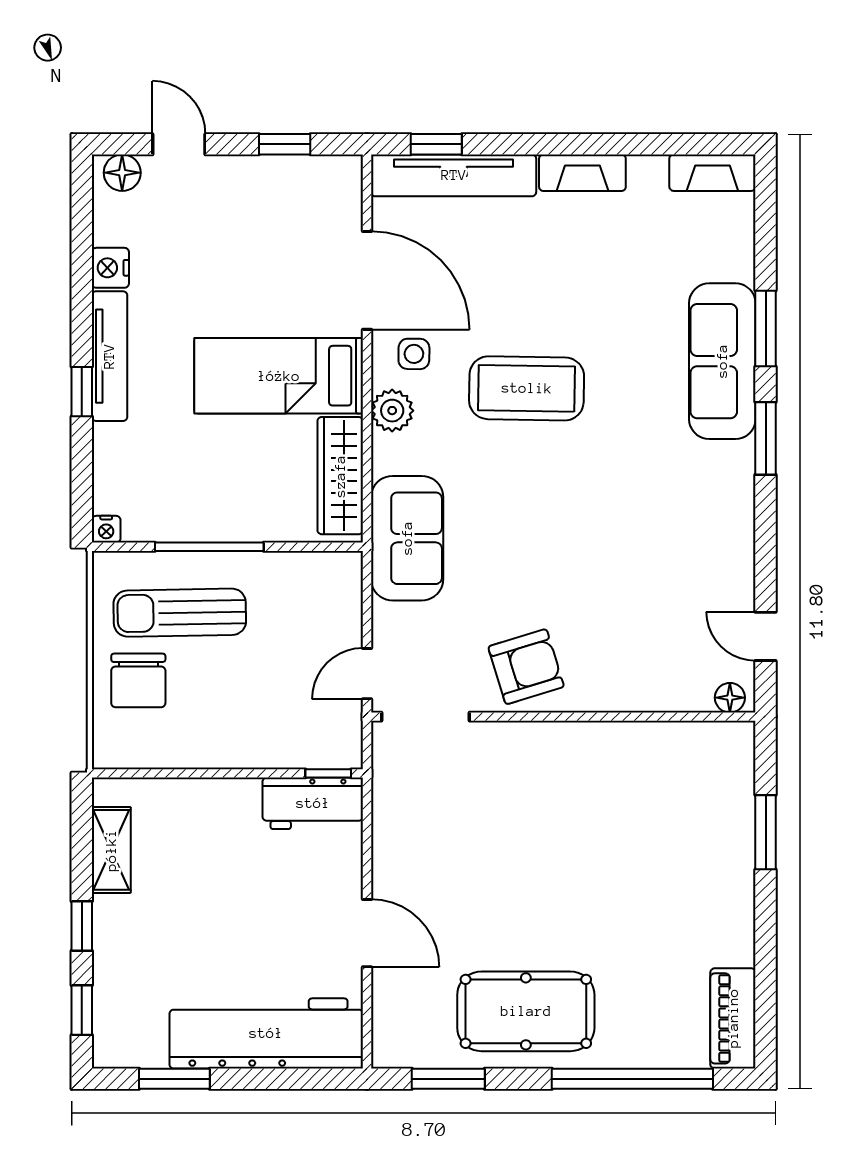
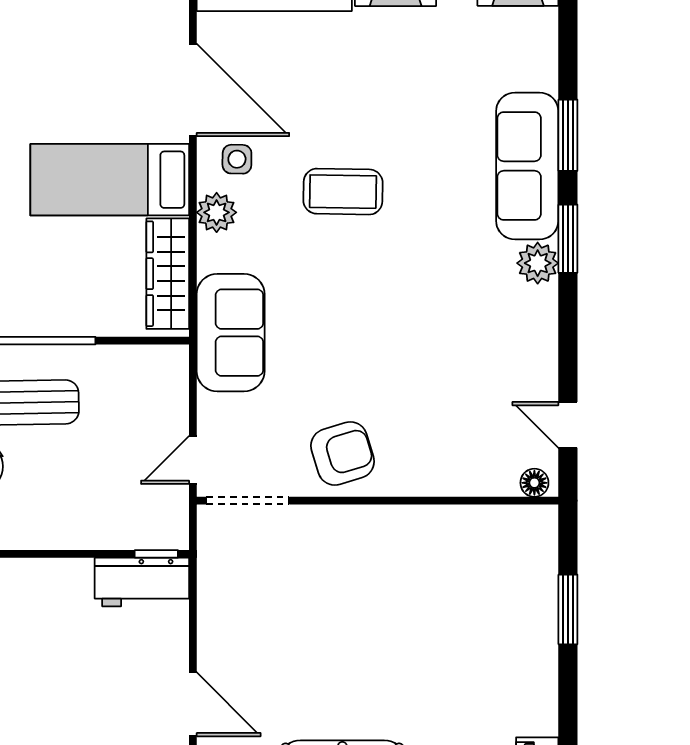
coffee table: (527, 388) -> (343, 192), width x0.73, depth x0.76
plant: (733, 464) -> (538, 263), added

